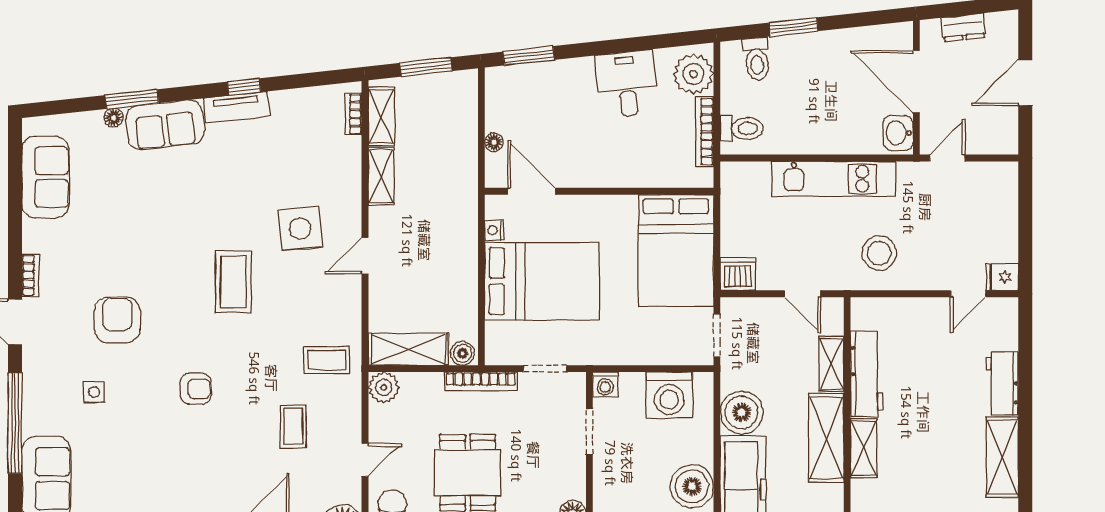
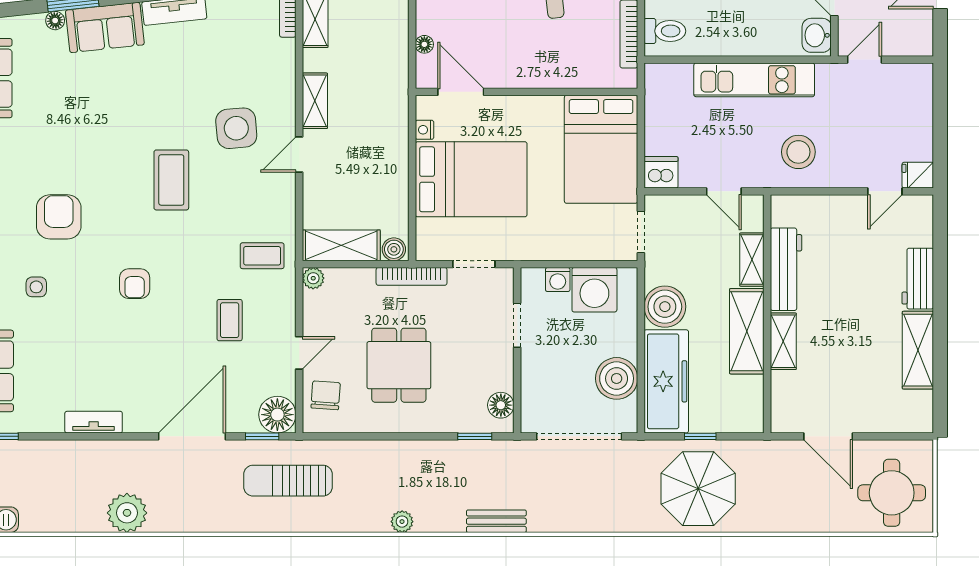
shelving: (381, 176) -> (315, 101), moved
washing machine: (605, 384) -> (558, 280), moved
plant: (384, 387) -> (313, 278), width x0.73, depth x0.73
armchair: (195, 389) -> (135, 284), turned 90

